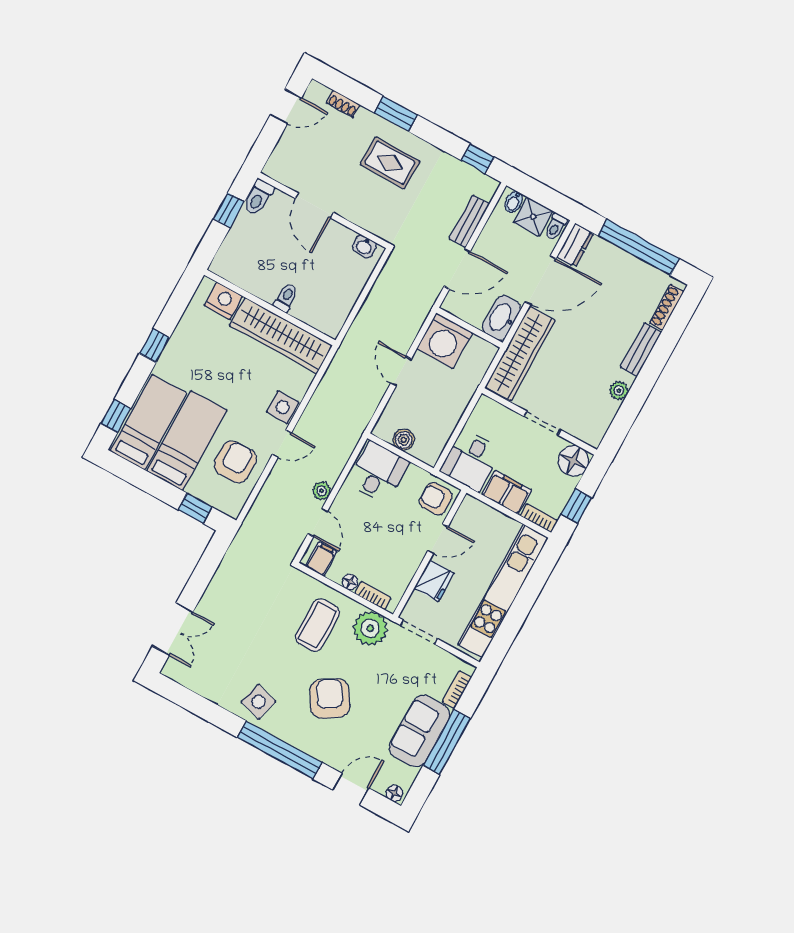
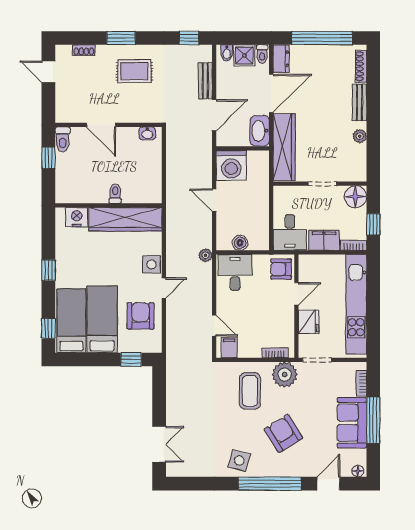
door: (286, 106) -> (48, 72), swing flipped
plant: (322, 491) -> (206, 255), moved
floor lamp: (350, 582) -> (255, 352), removed

